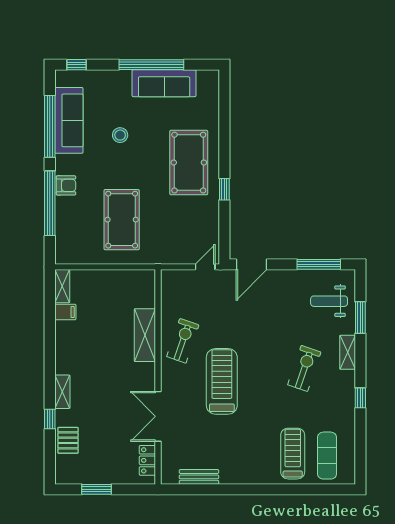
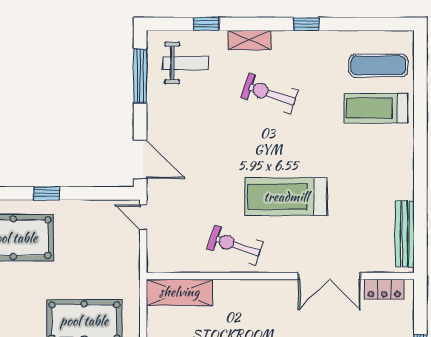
weight bench: (329, 301) -> (186, 63), turned -90
window: (360, 318) -> (206, 24), width x0.67
shelving: (145, 335) -> (179, 292), moved
bench: (199, 477) -> (405, 234), width x1.36

